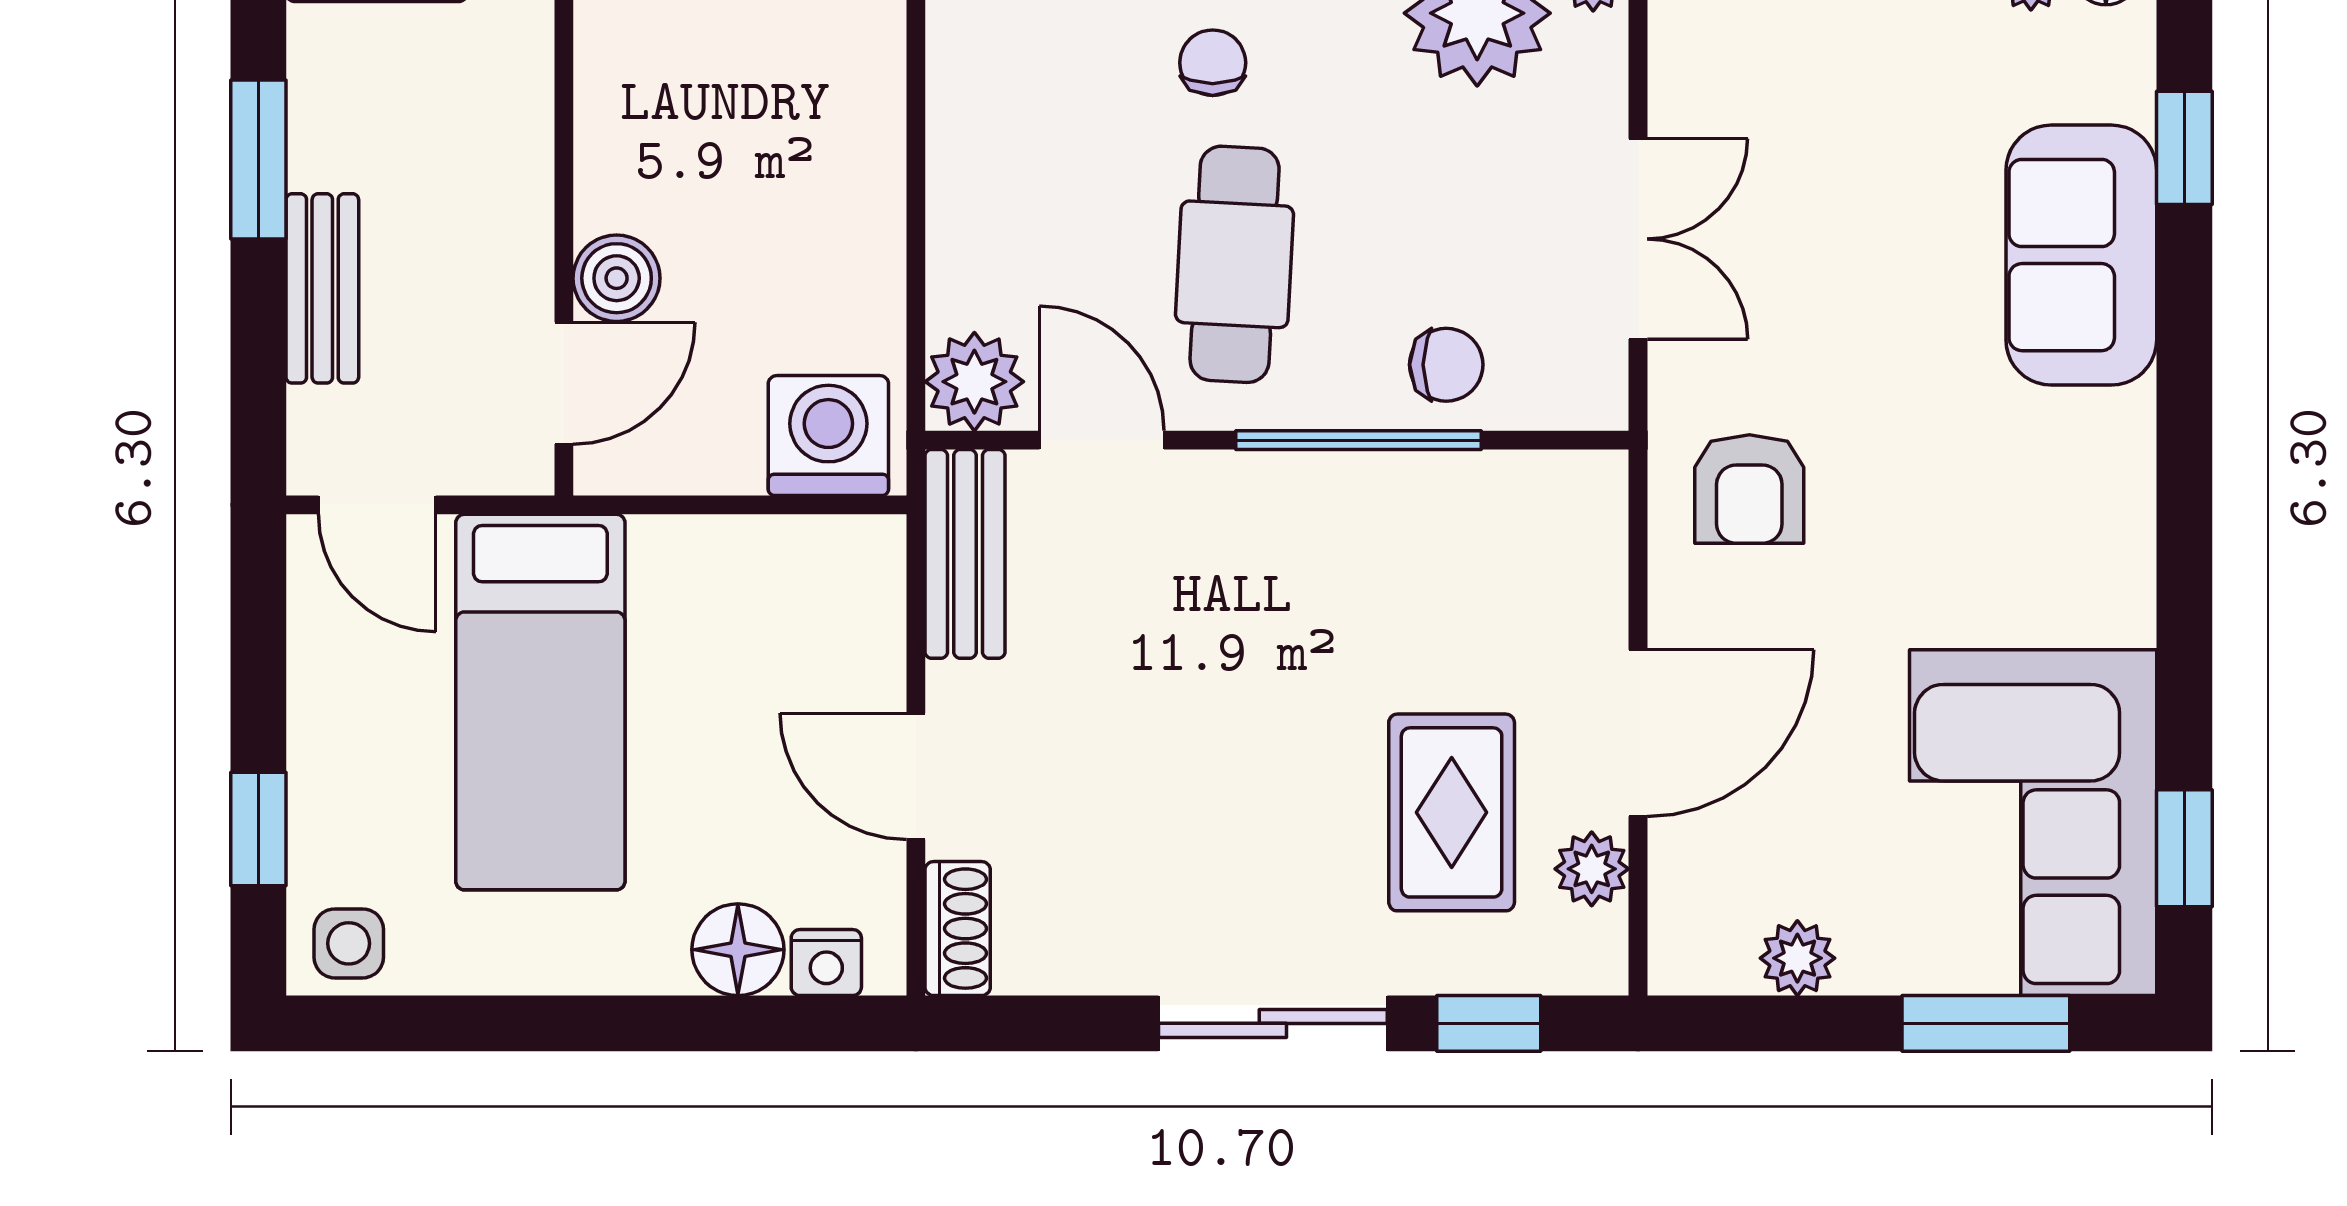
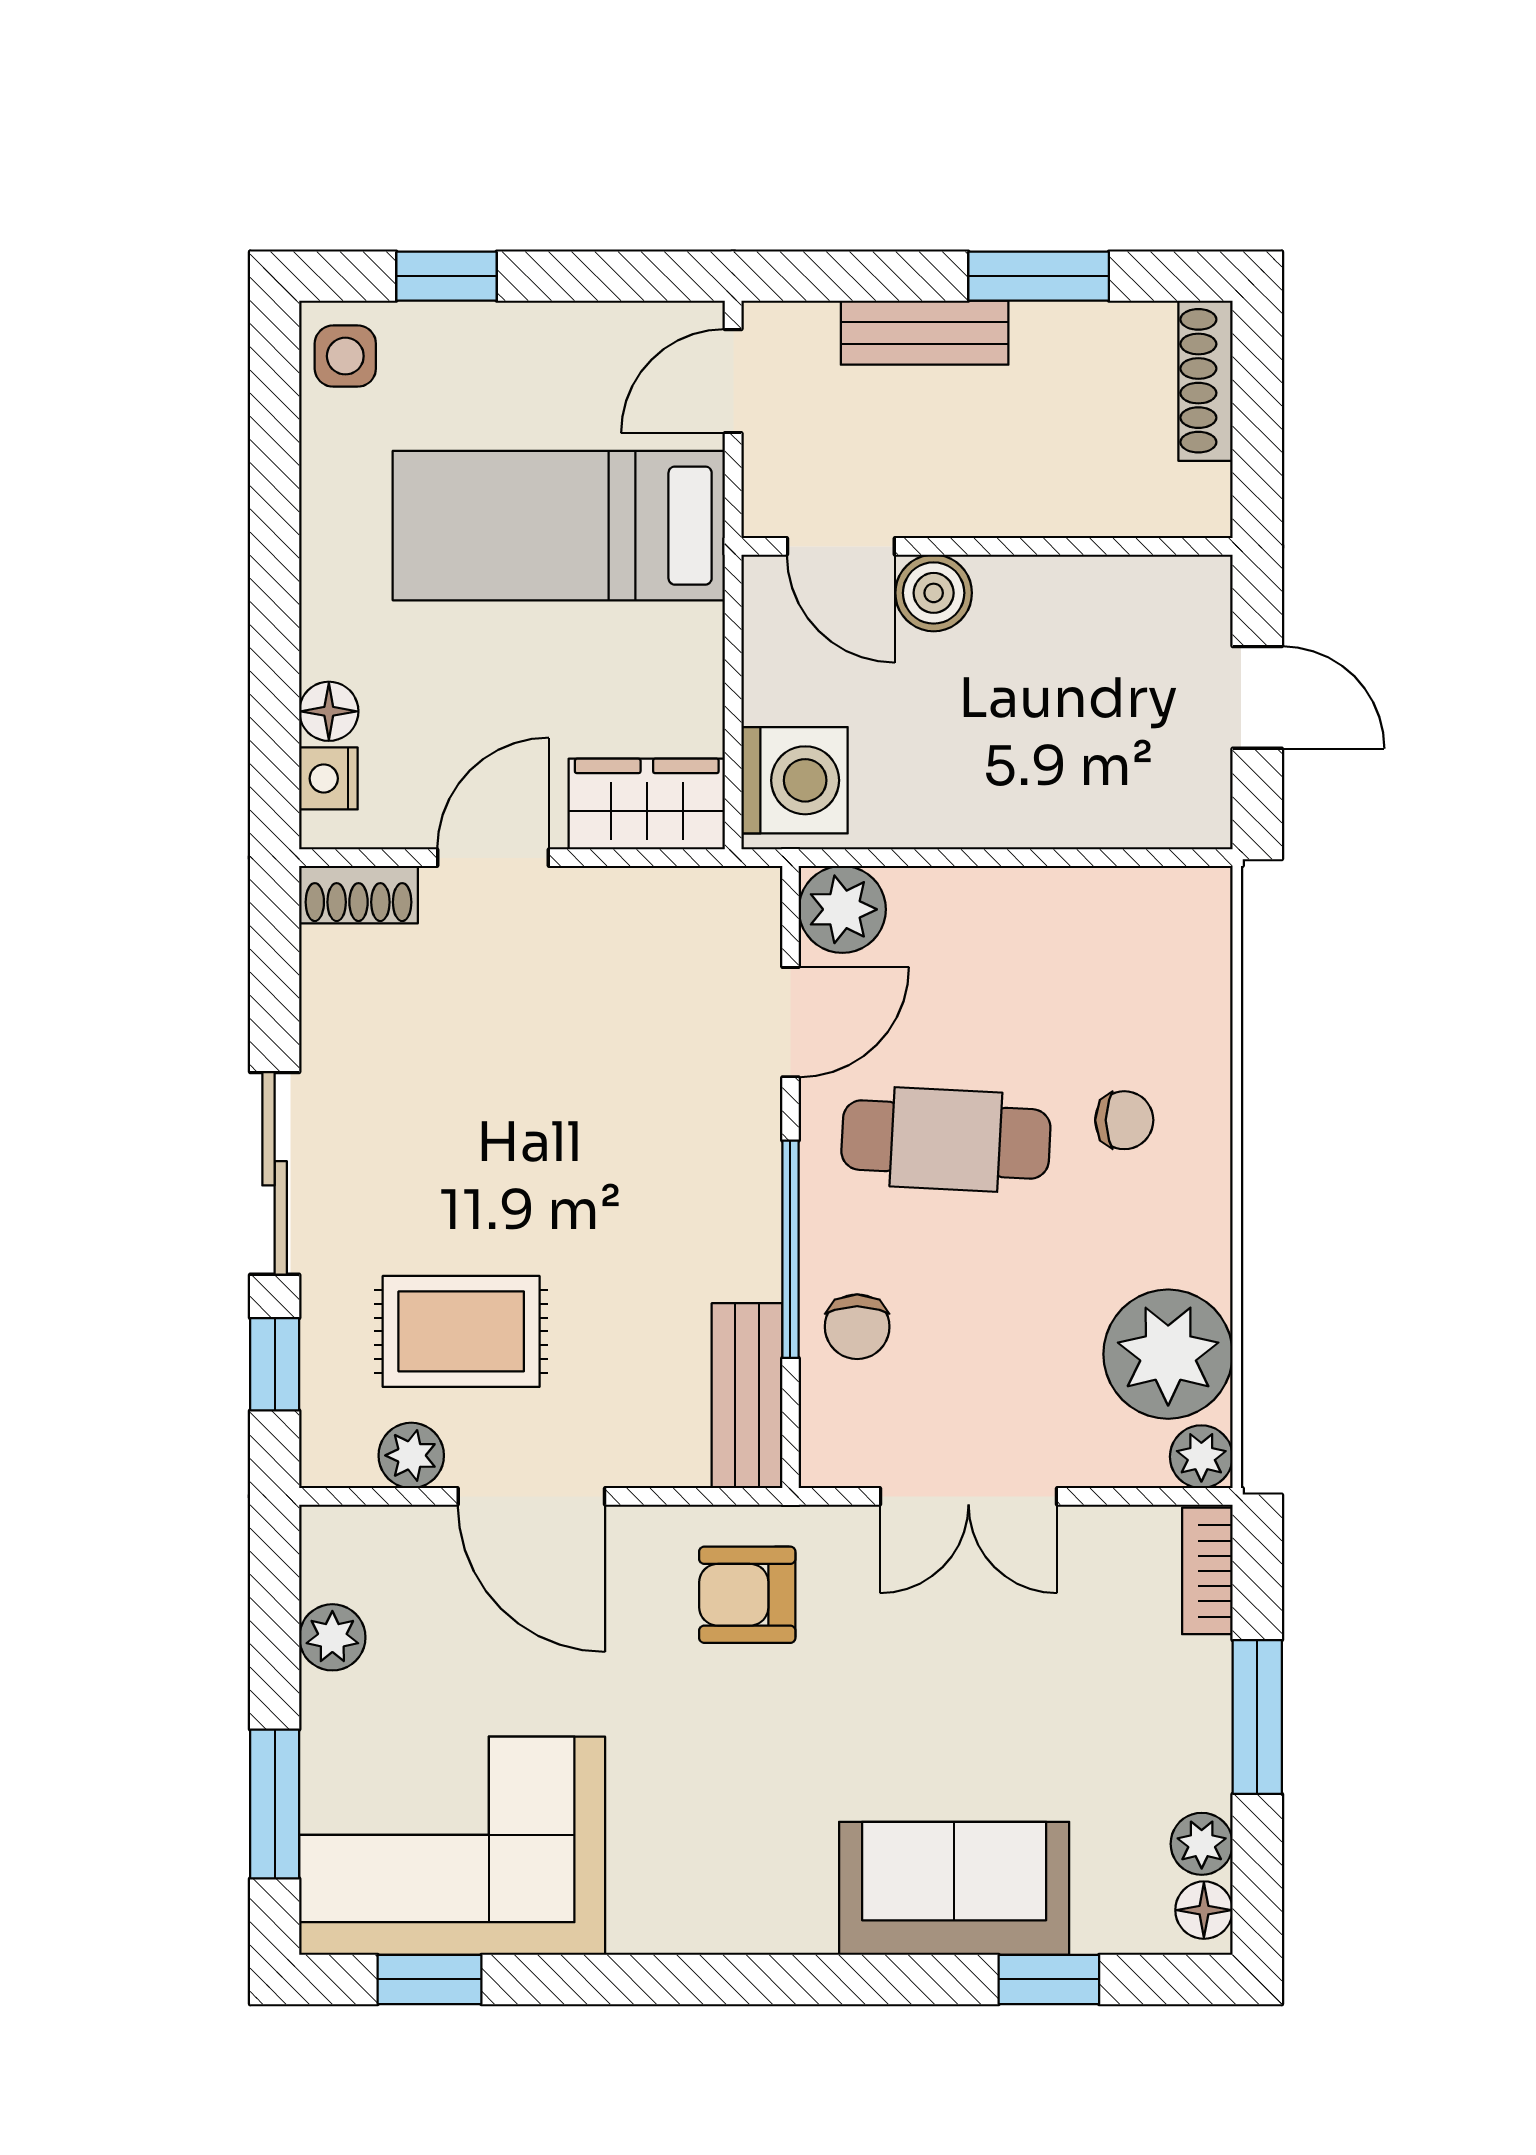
bench: (965, 554) -> (747, 1396), moved, turned 90
wardrobe: (855, 603) -> (647, 804), added
floor lamp: (738, 950) -> (329, 711), width x0.73, depth x0.73

